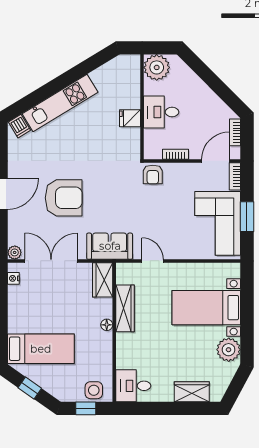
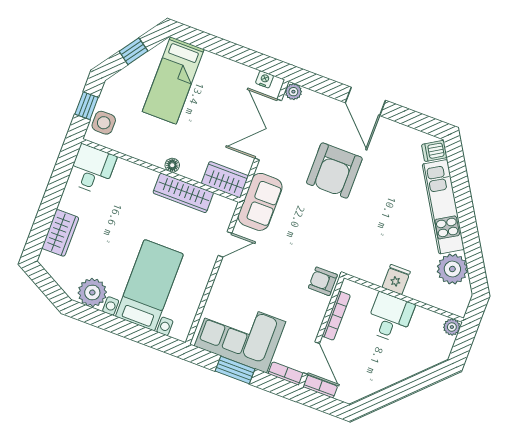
plant: (157, 67) -> (452, 327), width x0.53, depth x0.53
plant: (106, 78) -> (452, 269), added
bookcase: (235, 132) -> (320, 387), moved
bookcase: (175, 154) -> (336, 316), width x1.56
double door: (51, 261) -> (268, 129), swing flipped

